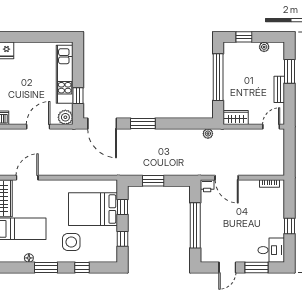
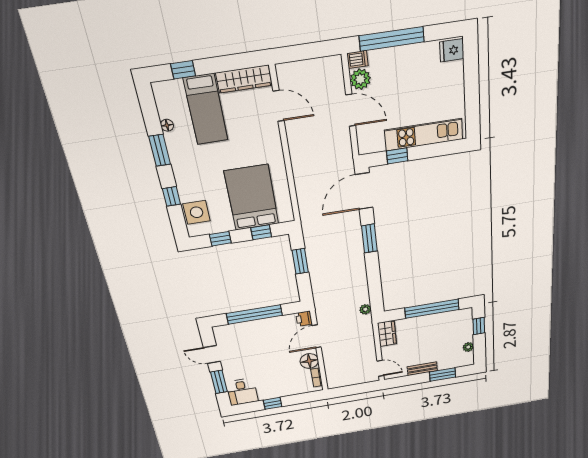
plant: (65, 117) -> (360, 79), moved
floor lamp: (251, 187) -> (309, 361), added
side table: (71, 242) -> (197, 212), moved

